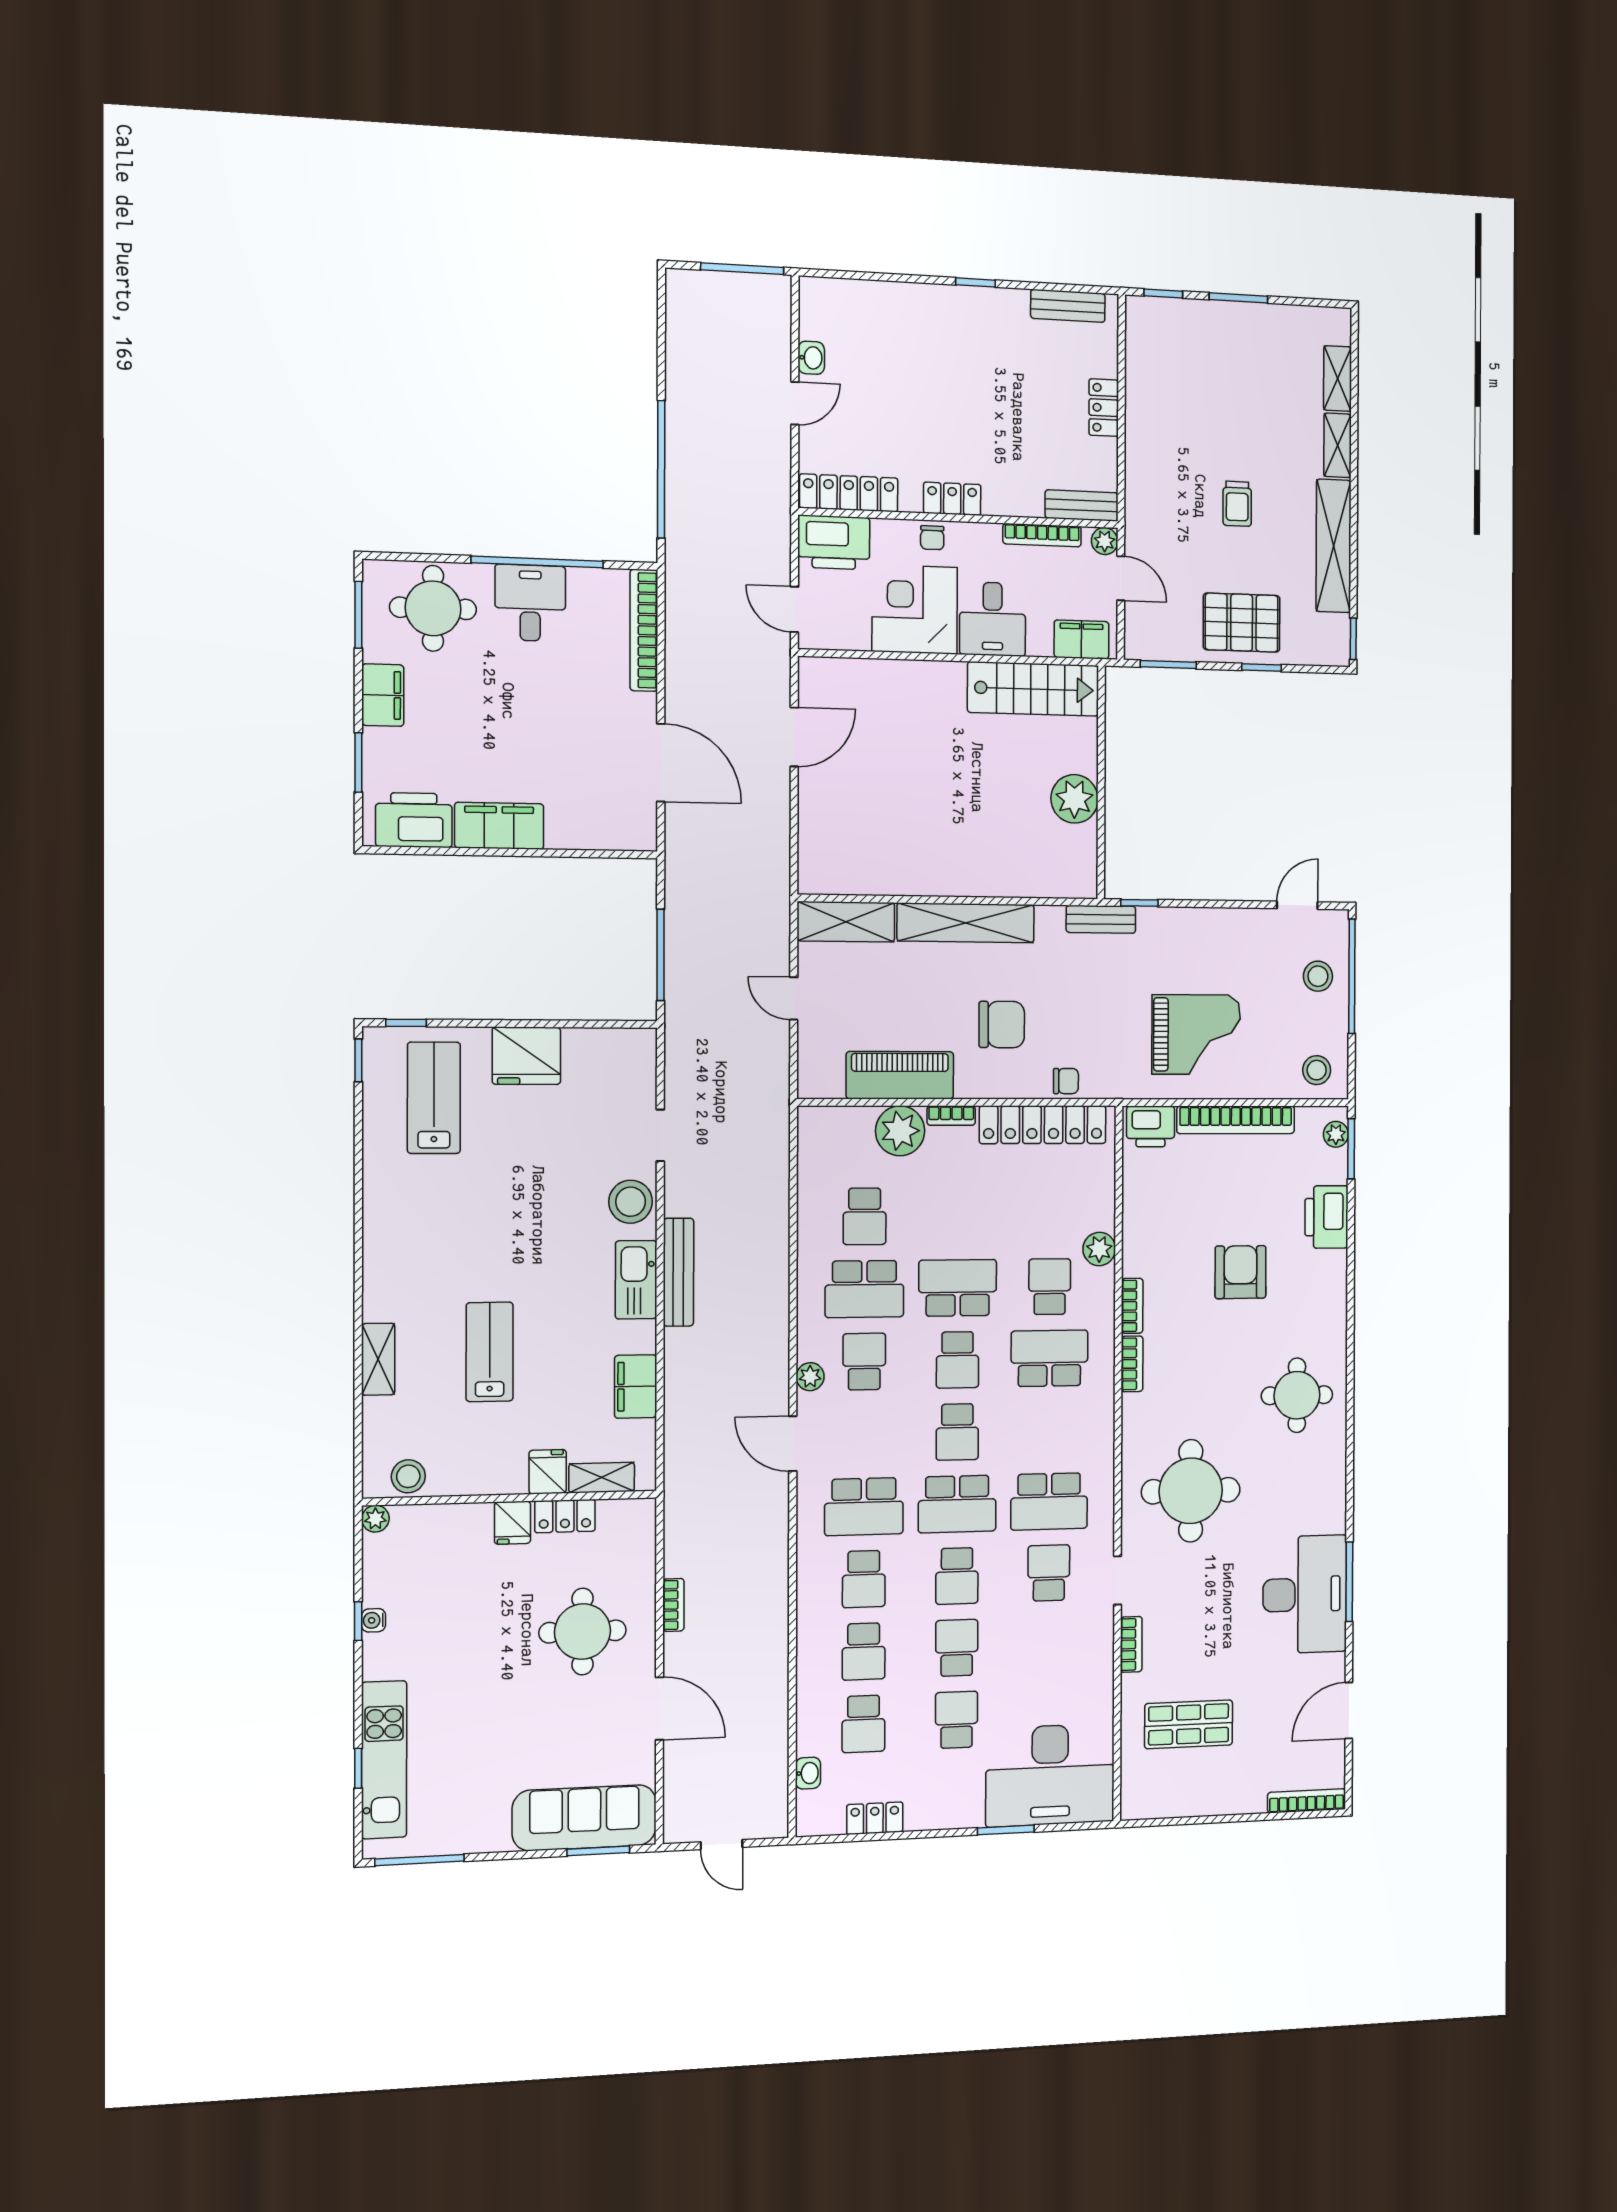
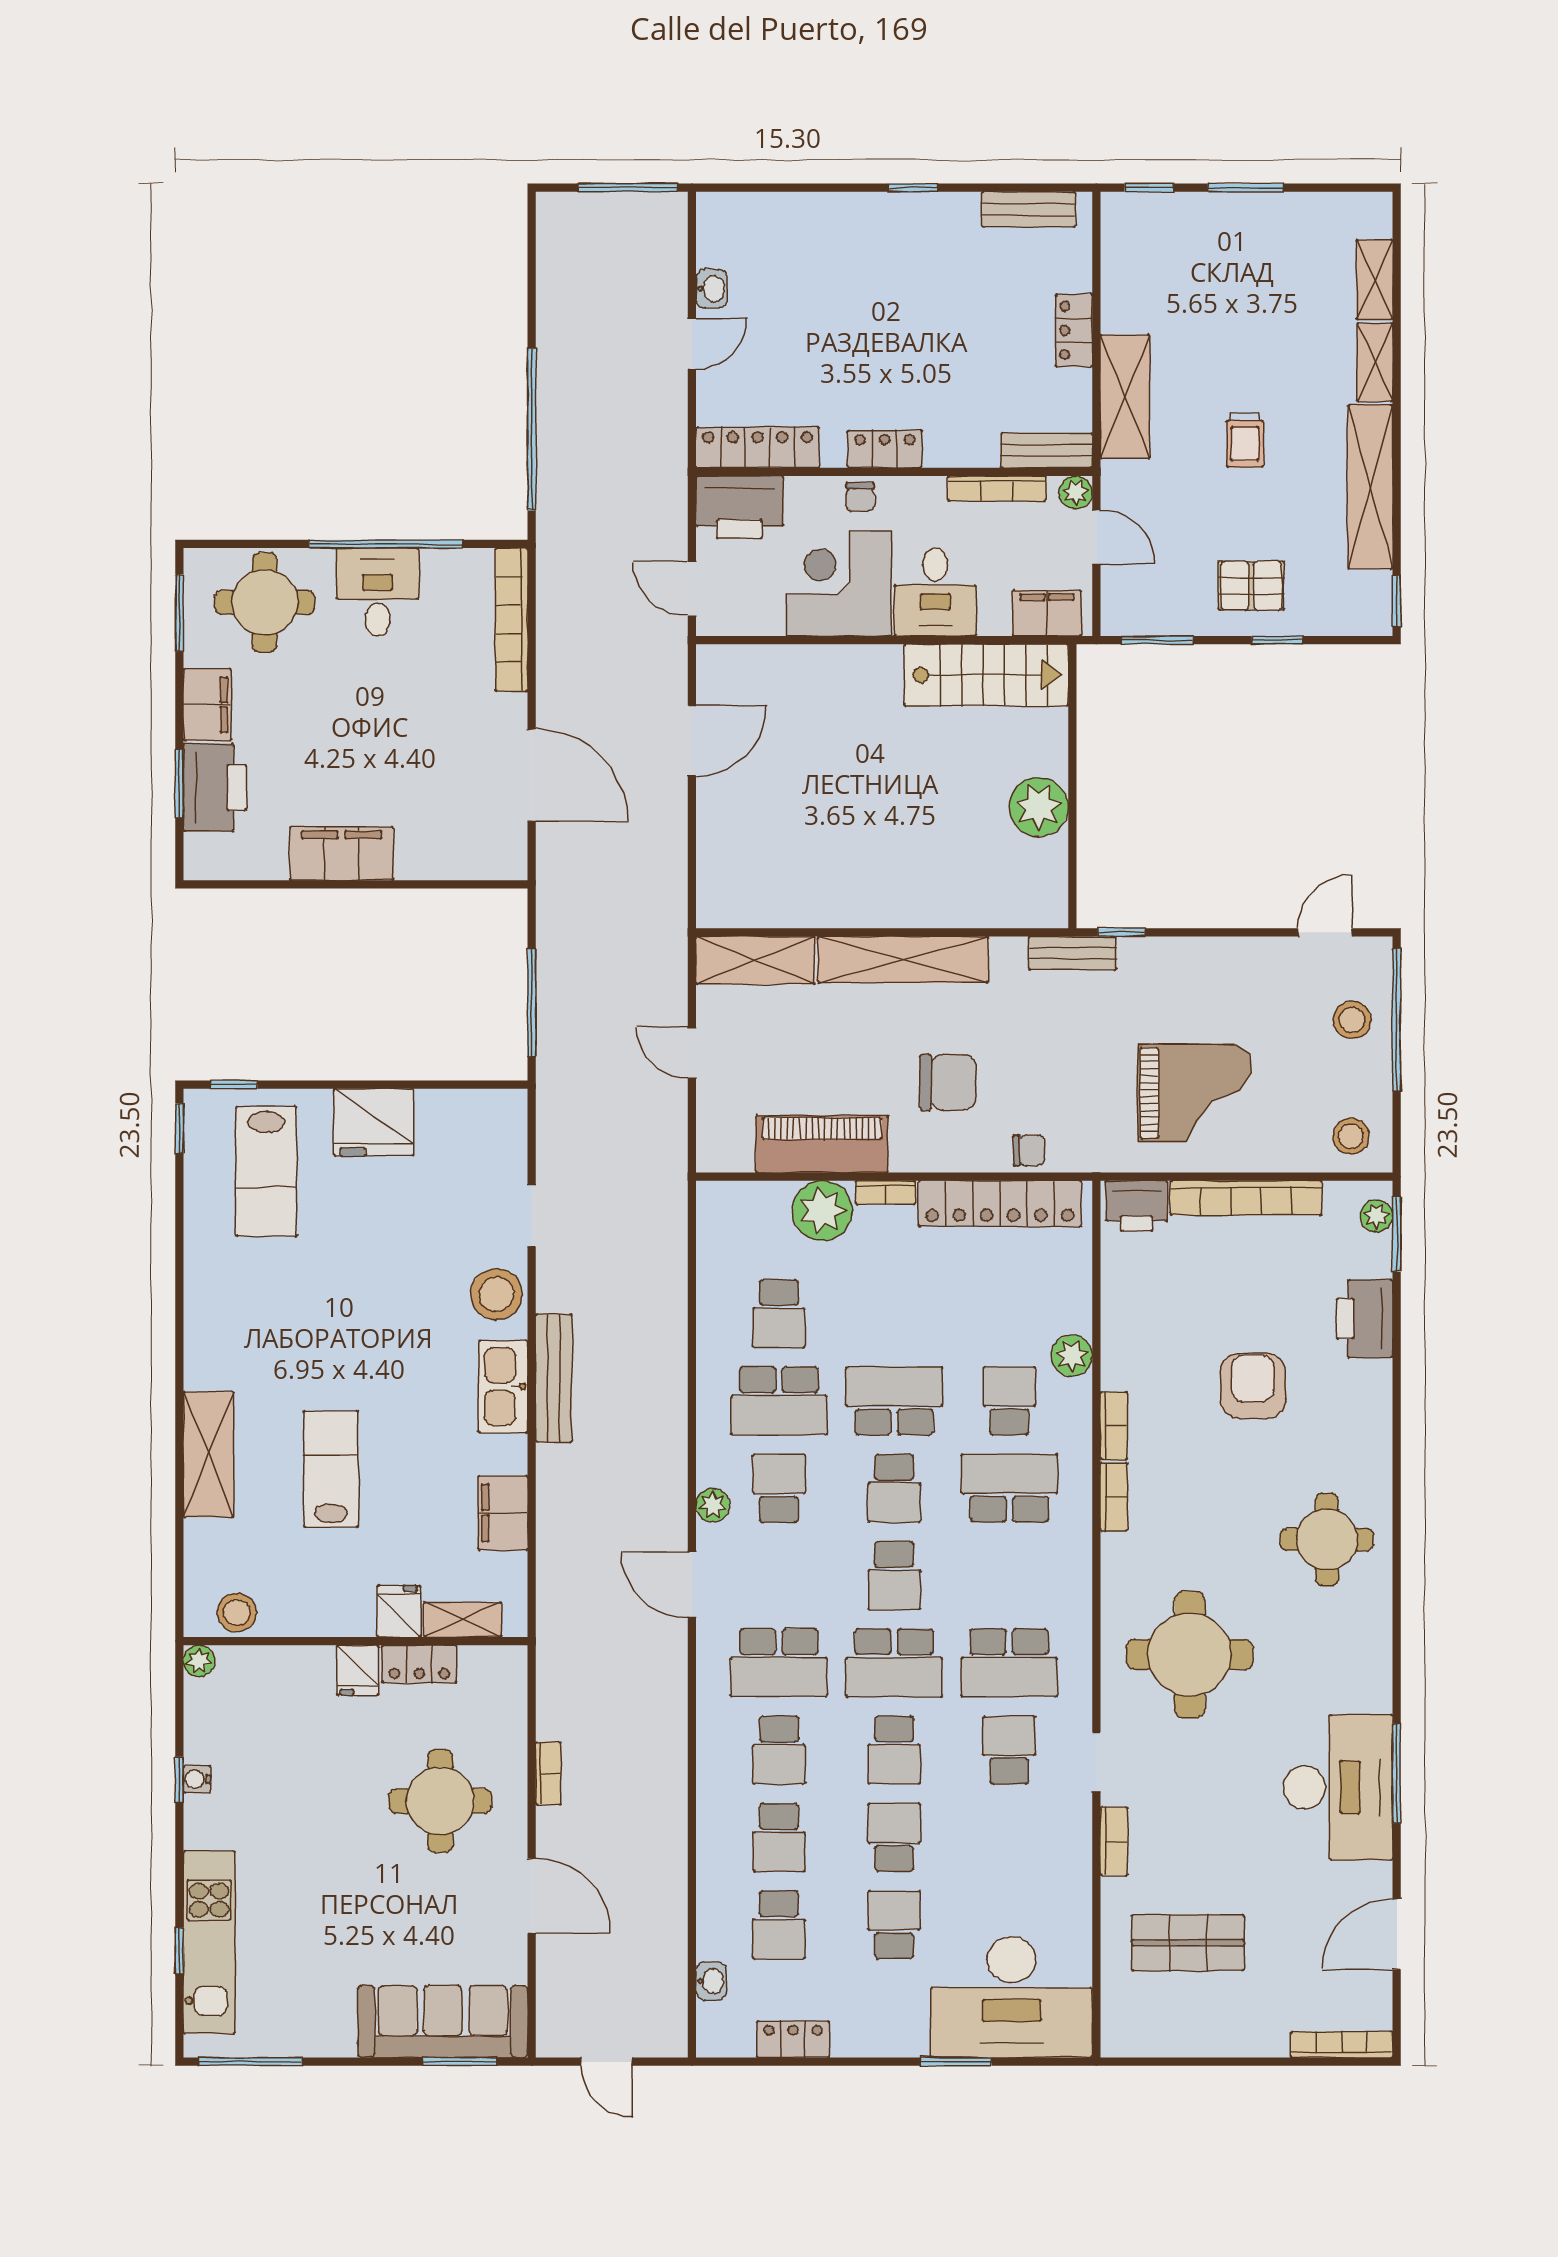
shelving: (1144, 464) -> (1125, 397), added
pallet: (1242, 623) -> (1251, 586), width x0.67, depth x0.71
printer: (414, 820) -> (215, 788), moved, turned 90
lab bench: (434, 1098) -> (266, 1172), turned 180
shelving: (378, 1359) -> (208, 1454), width x1.50, depth x1.33

